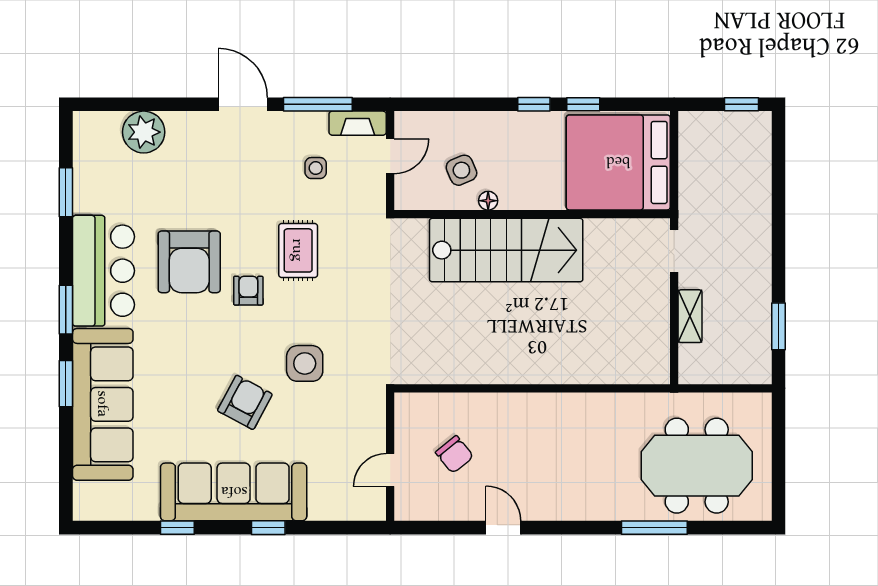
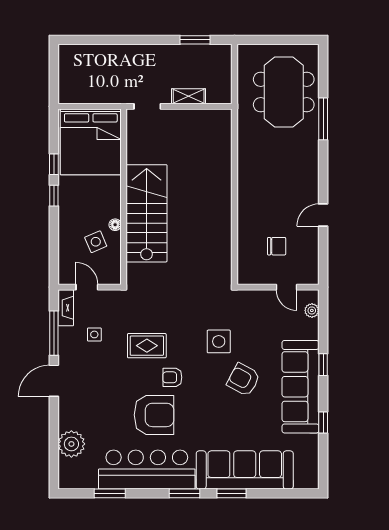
window: (742, 104) -> (54, 63), removed
bar counter: (103, 271) -> (147, 470), width x1.36
chair: (454, 454) -> (277, 246), turned 39
plant: (353, 510) -> (312, 310), added

